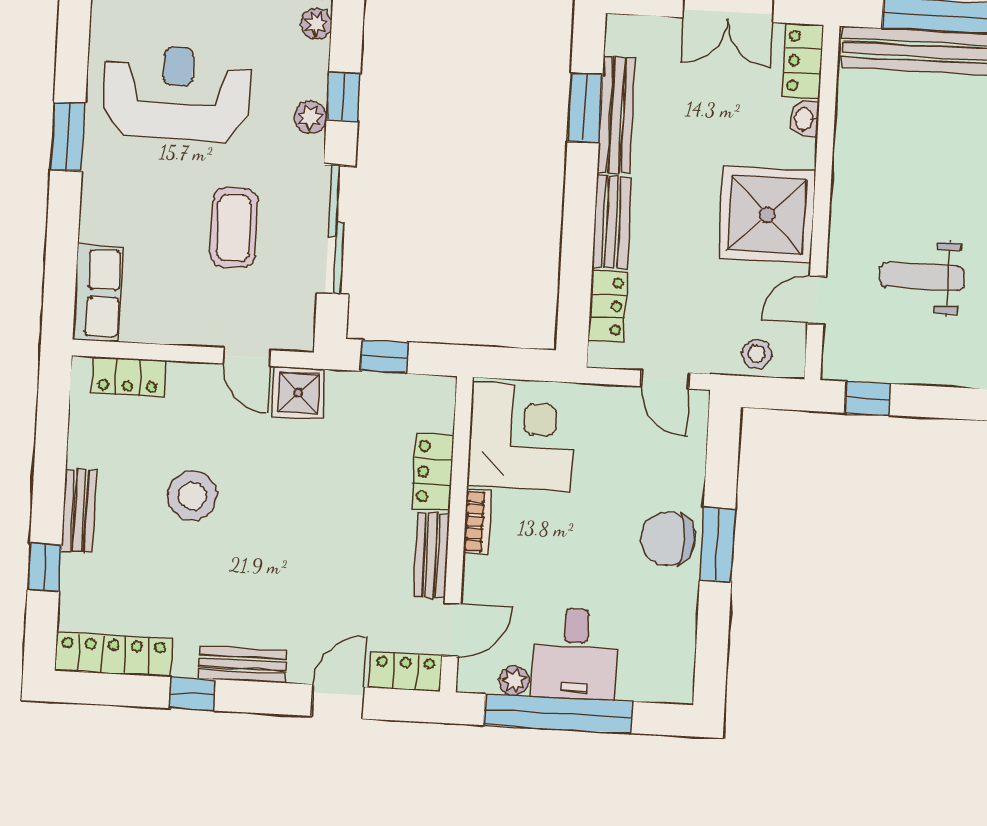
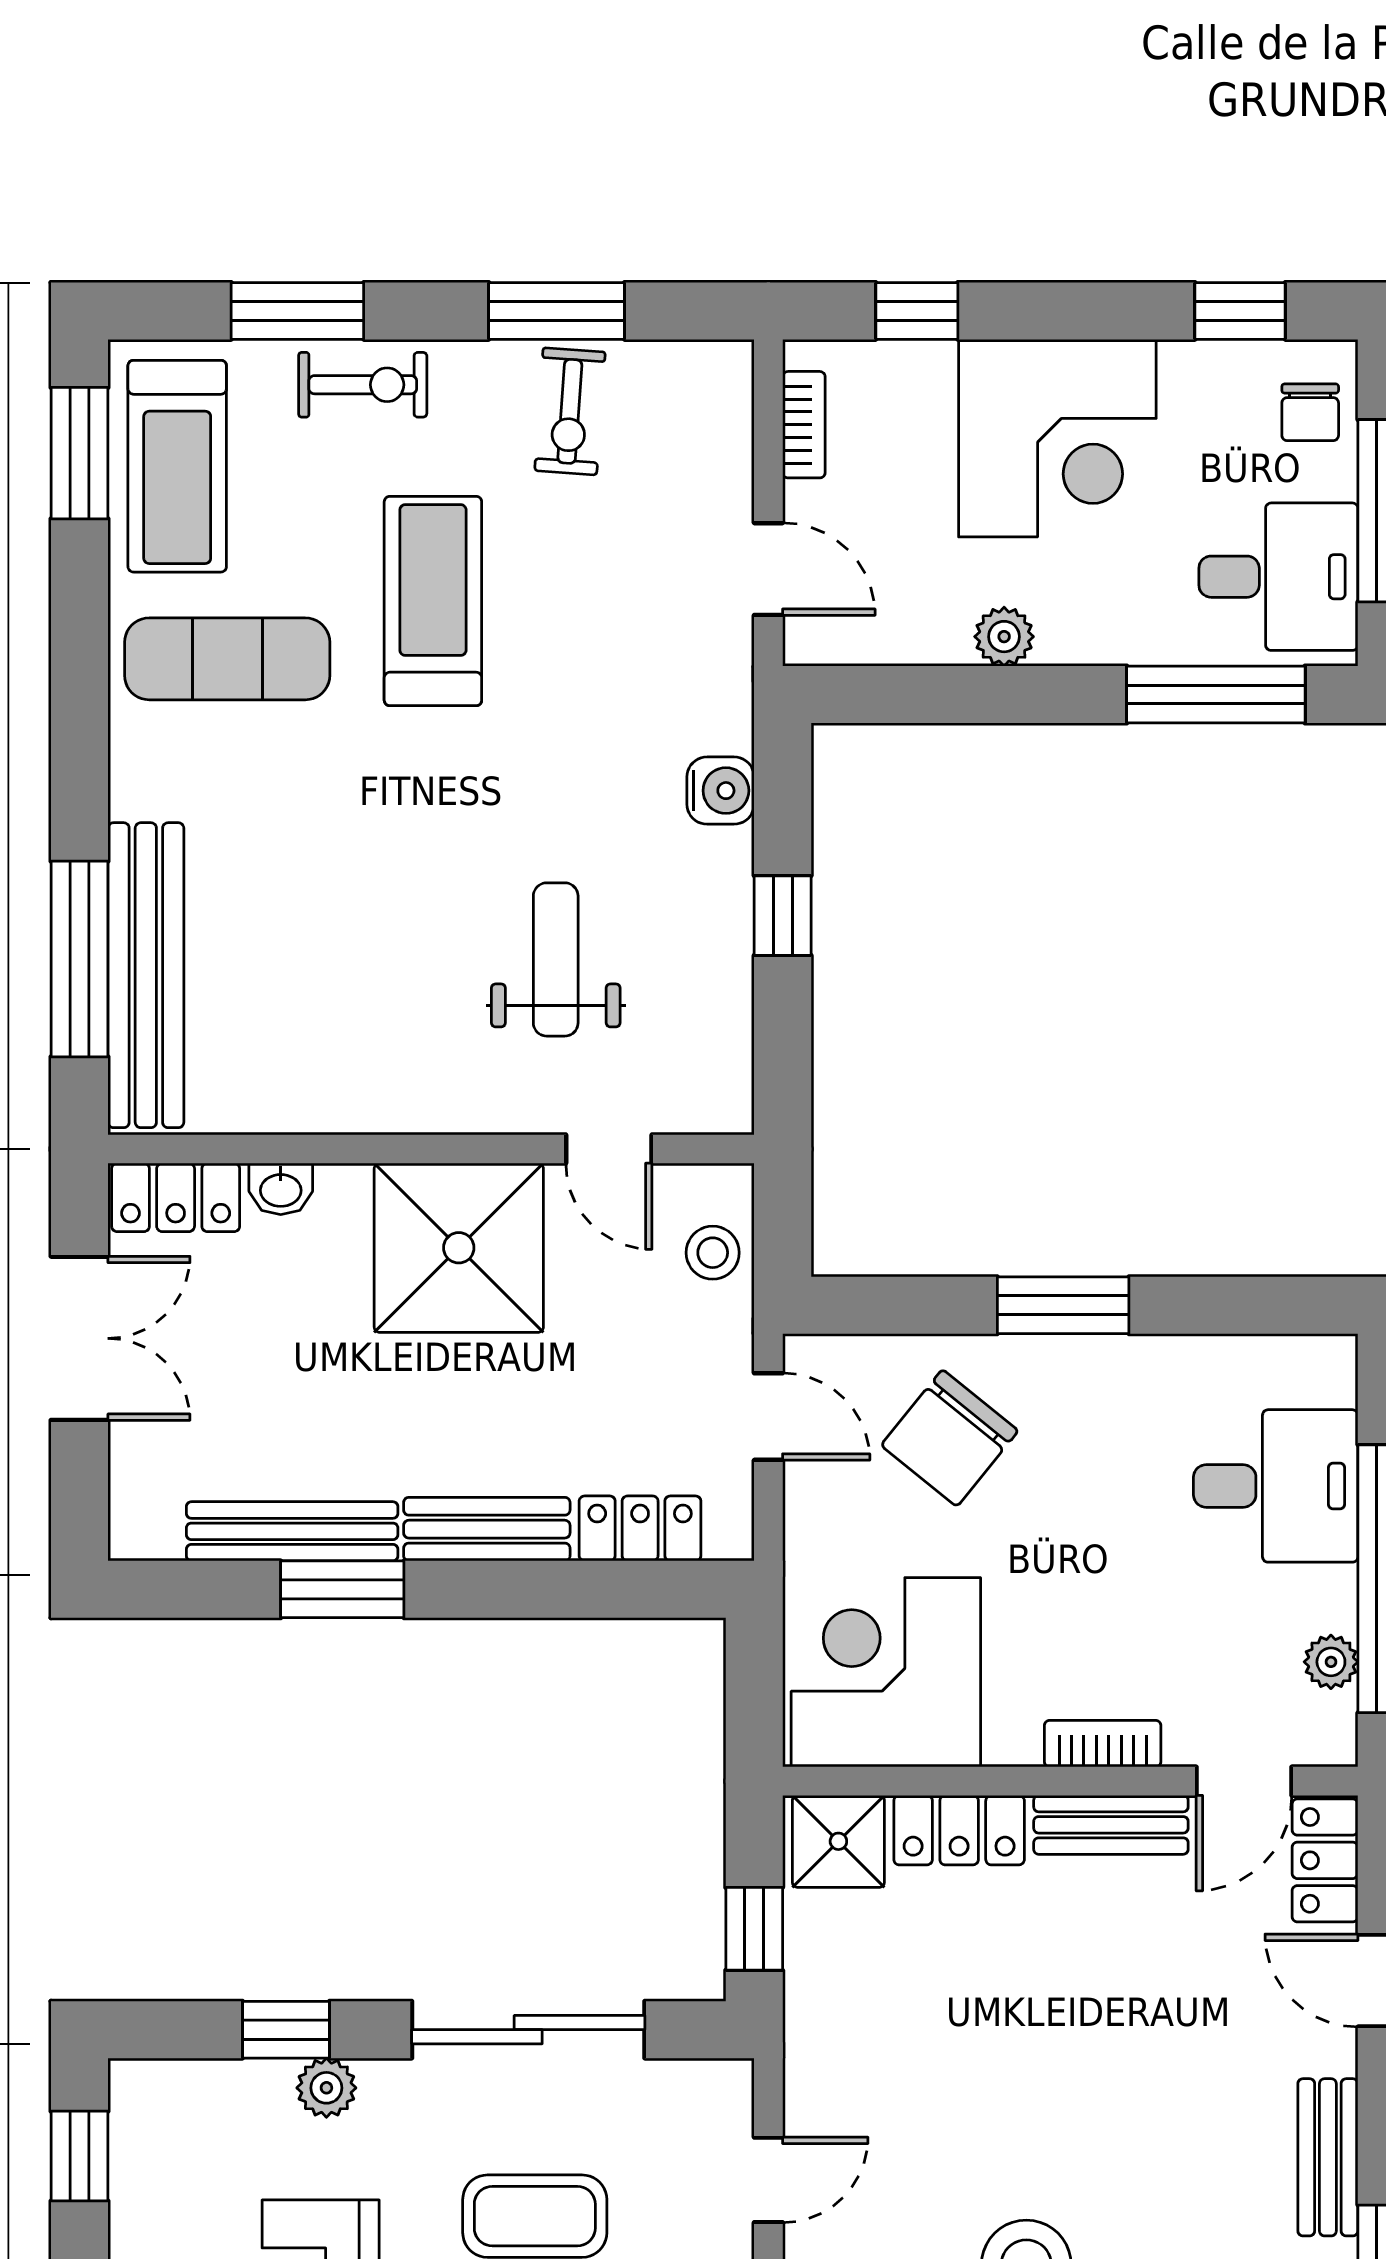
plant: (316, 24) -> (156, 2086), removed
window: (585, 108) -> (342, 1589), moved
weight bench: (922, 277) -> (556, 959), turned 180
door: (665, 380) -> (768, 1417), hinge flipped
shower: (298, 393) -> (838, 1841), moved
window: (868, 398) -> (783, 916), moved
bookcase: (478, 521) -> (1103, 1744), moved
chair: (668, 539) -> (950, 1438), moved, turned 39
door: (451, 630) -> (1244, 1781), swing flipped
desk: (575, 654) -> (1276, 1486), moved

